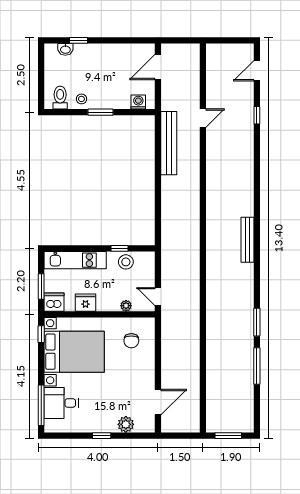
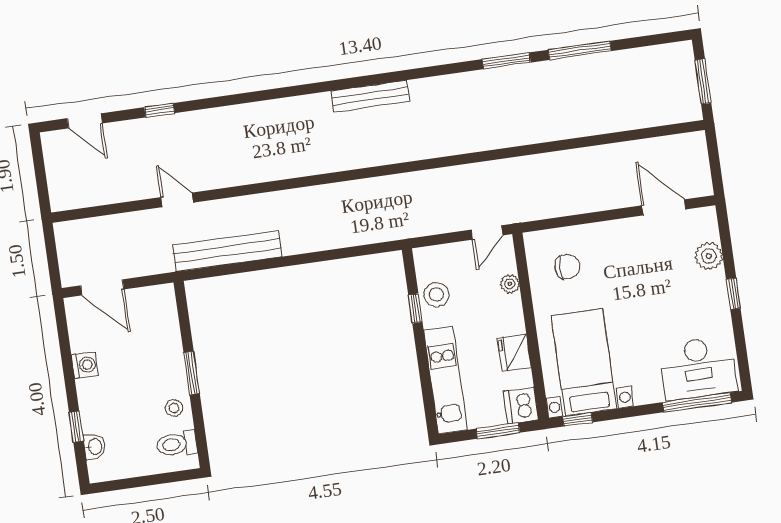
washing machine: (138, 102) -> (85, 365), moved, turned 180
bed with nightstands: (74, 352) -> (584, 362), width x0.73
desk: (61, 403) -> (698, 368), width x1.37

